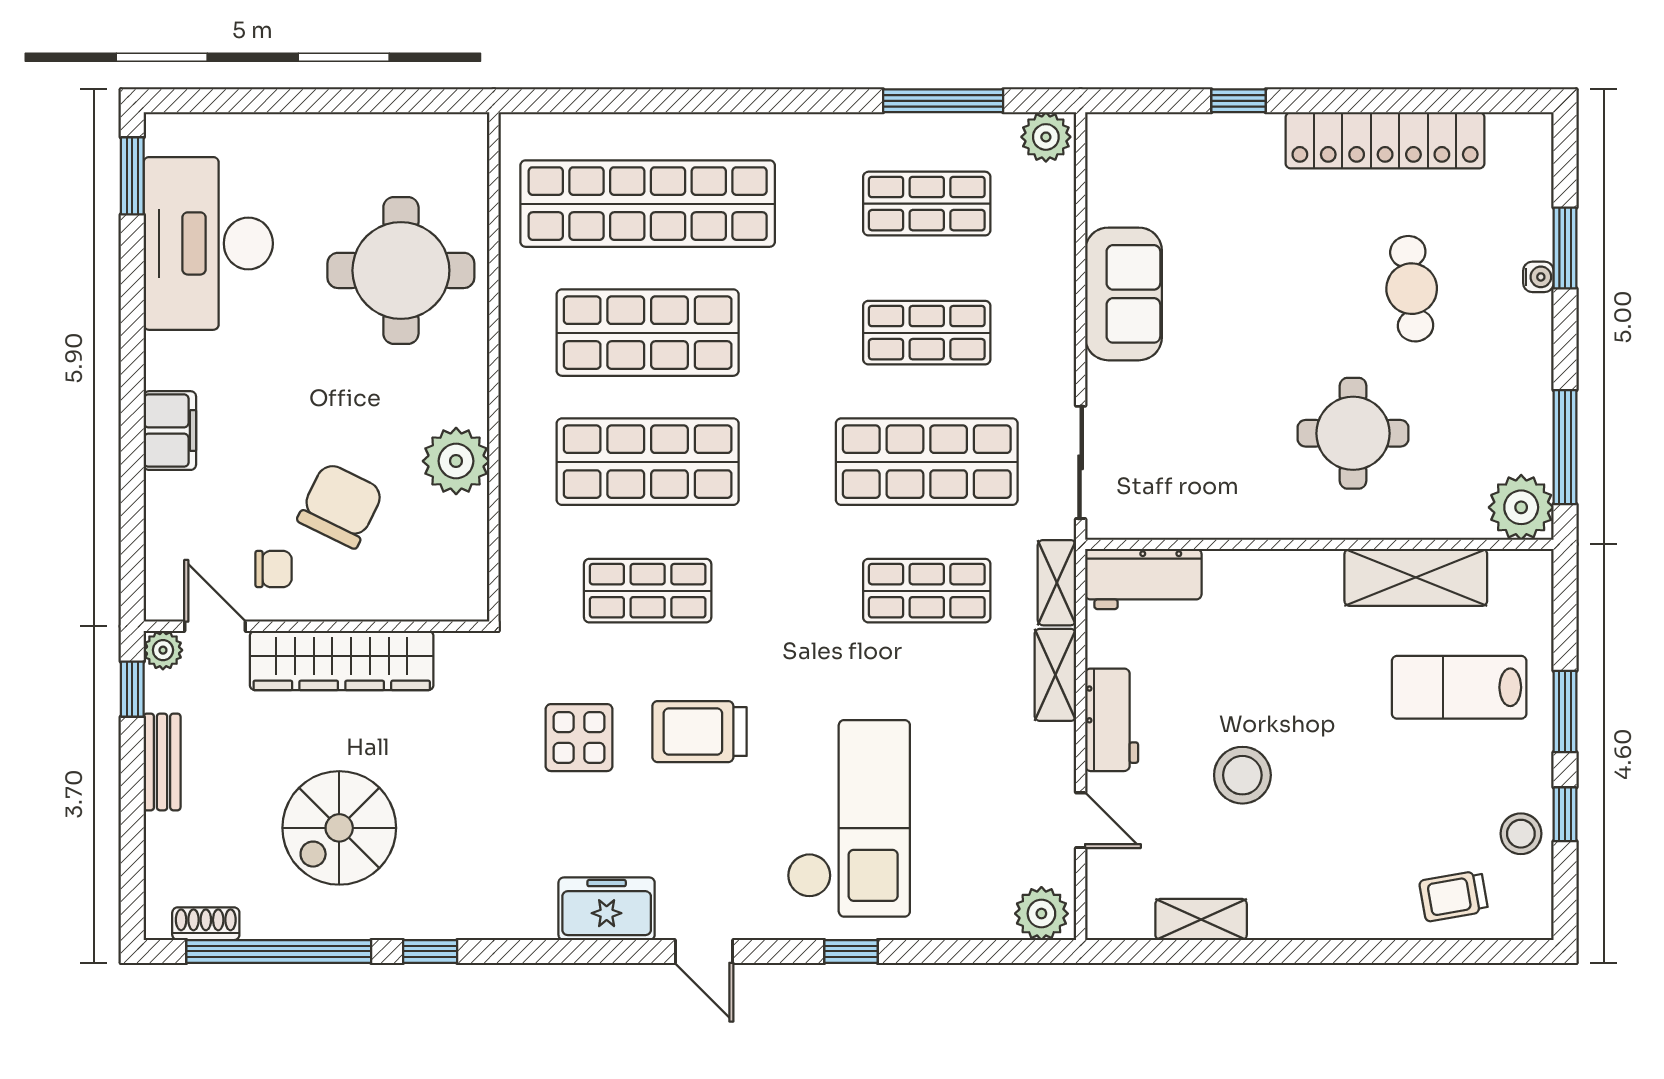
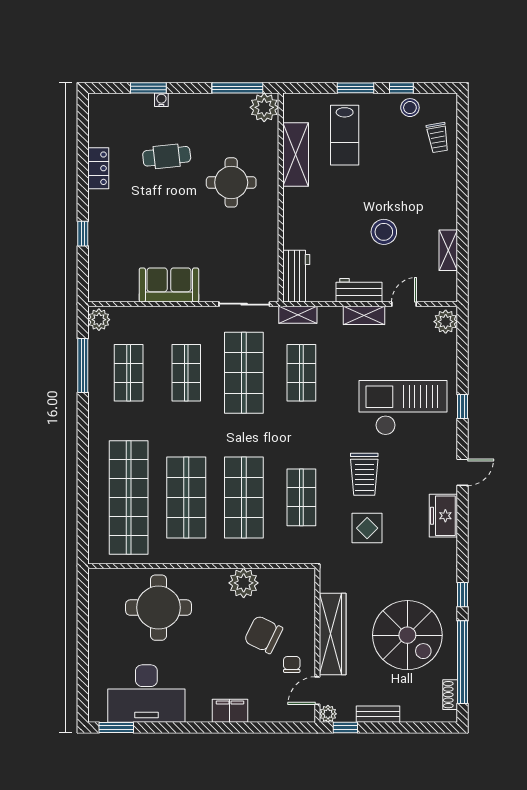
locker: (1385, 140) -> (98, 168), width x0.46, depth x0.83
shelving: (1055, 675) -> (364, 315), moved
spiral stairs: (339, 828) -> (407, 635), width x1.37, depth x1.37

